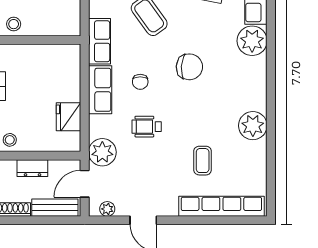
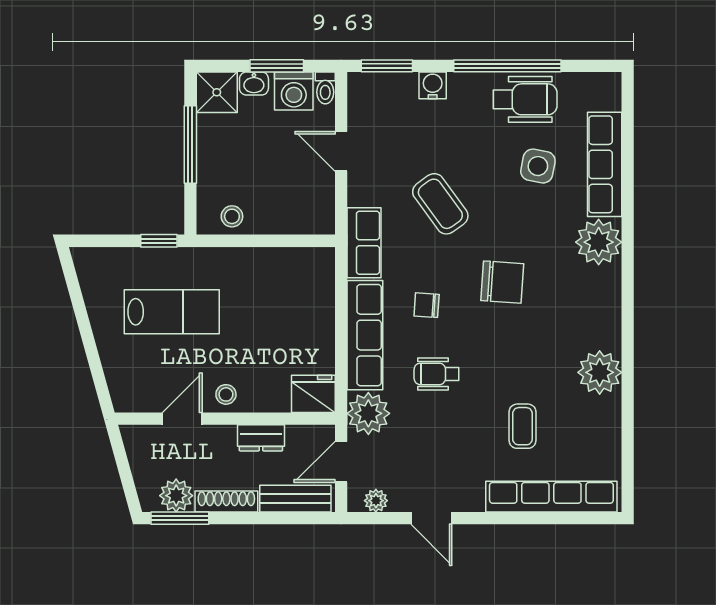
chair: (140, 82) -> (427, 305), turned 94
row of seats: (100, 90) -> (365, 335), width x1.48
fridge: (69, 117) -> (313, 394), moved, turned 90

